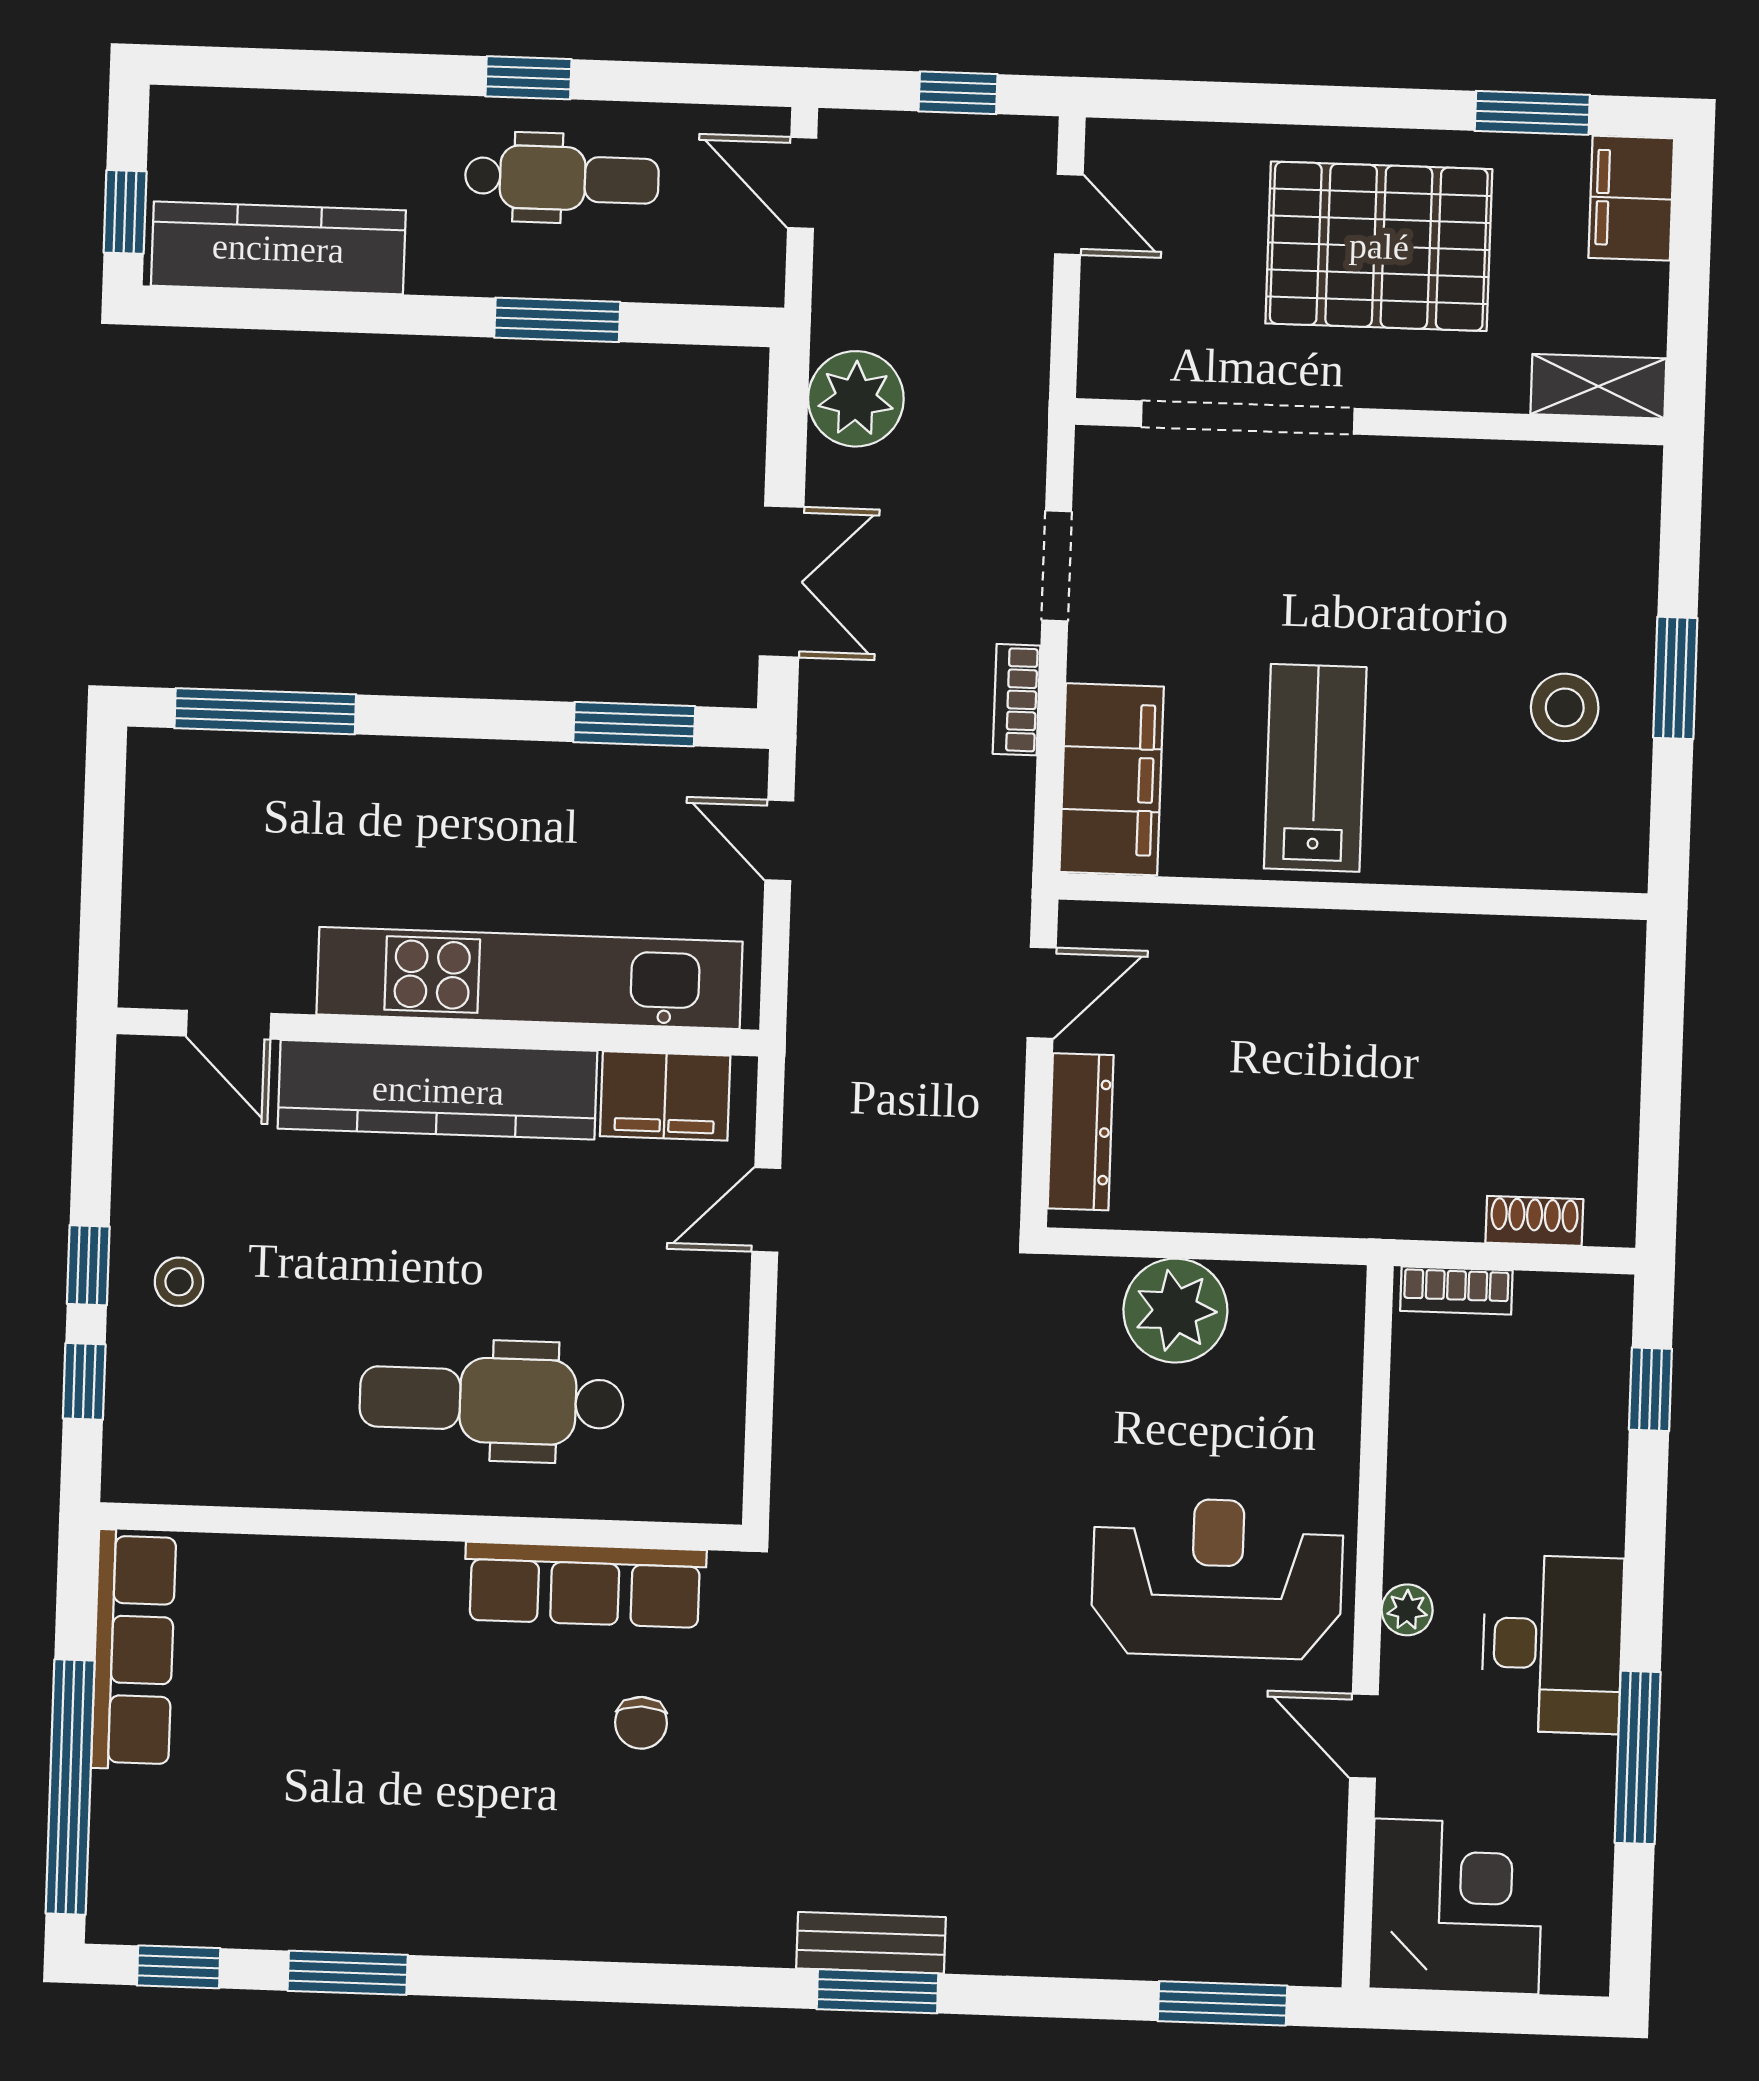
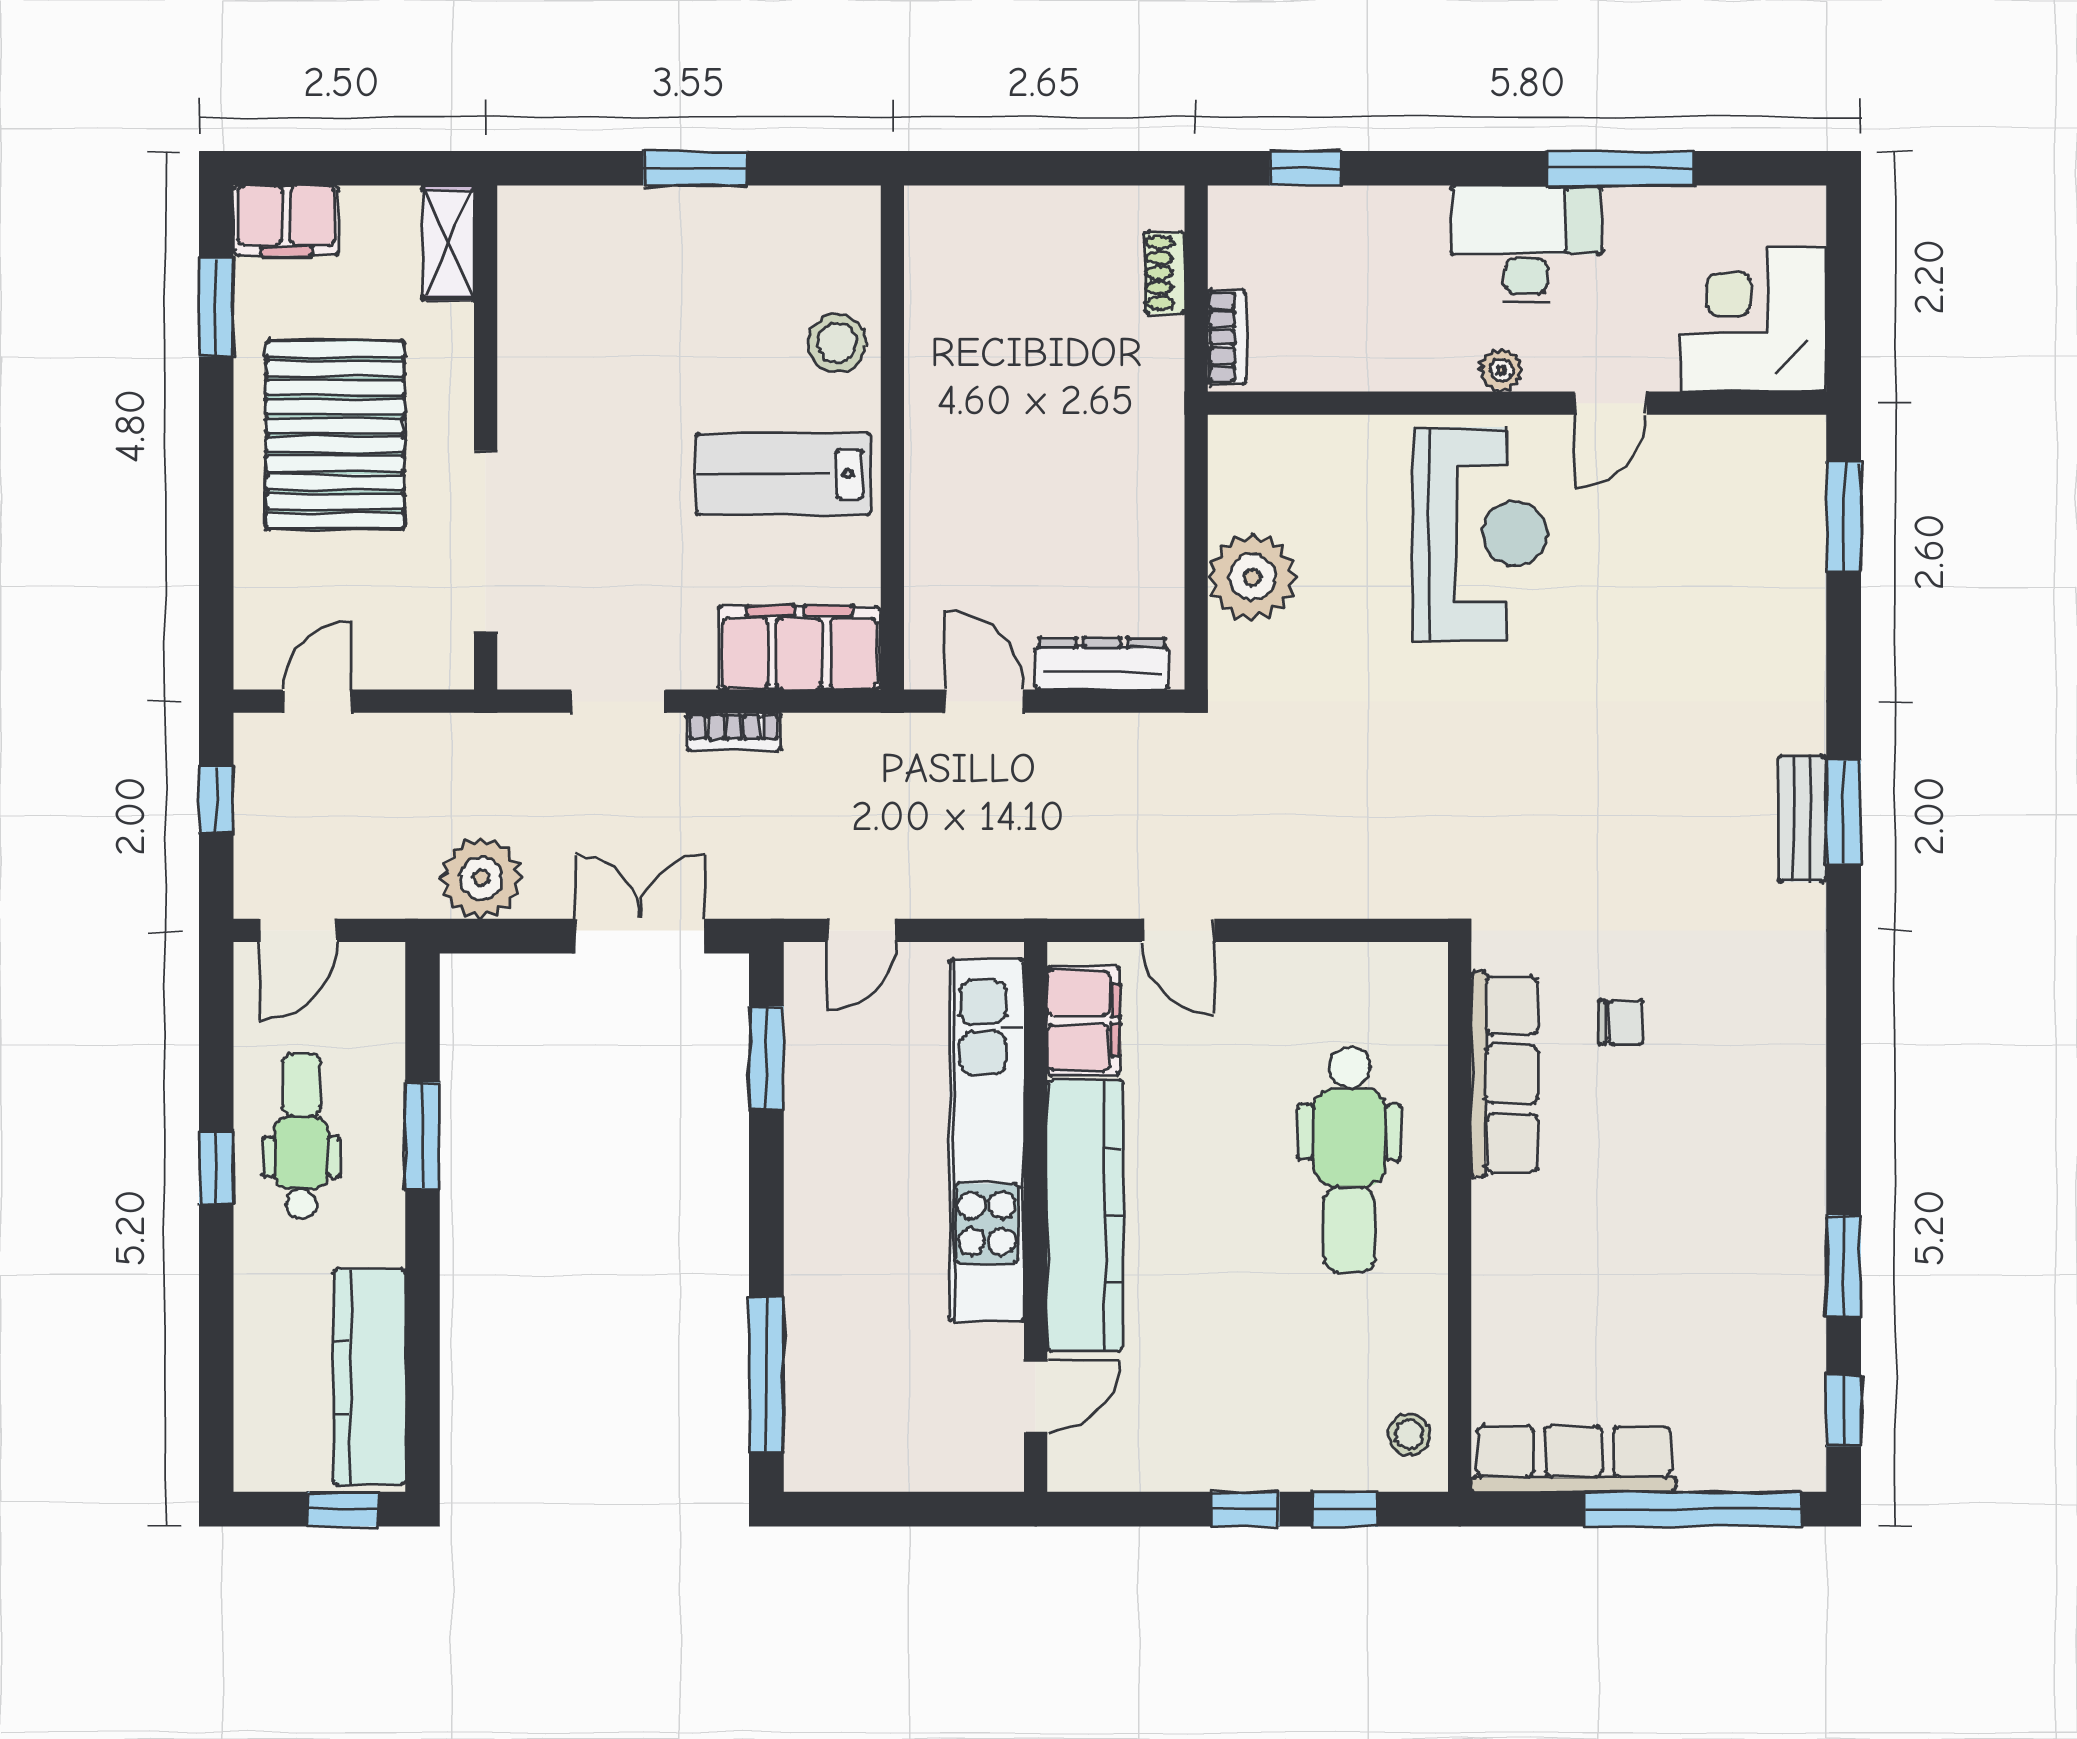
stool: (1565, 707) -> (837, 343), moved
stool: (179, 1282) -> (1409, 1434), moved
reception desk: (1217, 1578) -> (1480, 534), turned 180

